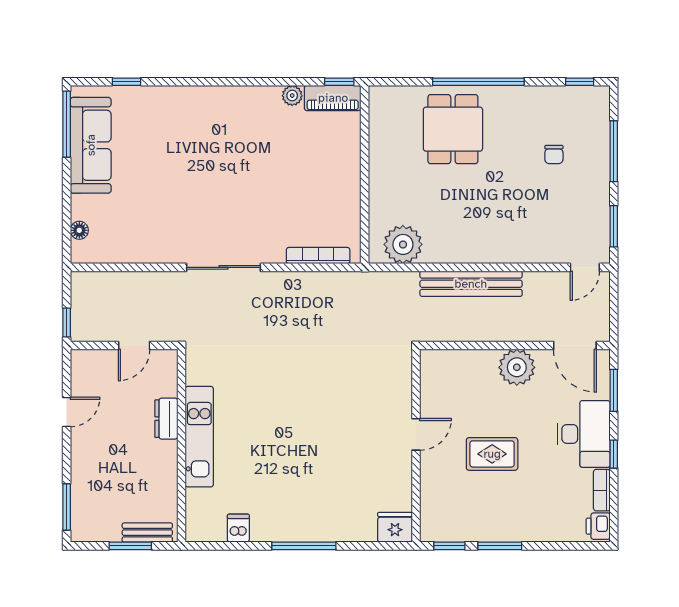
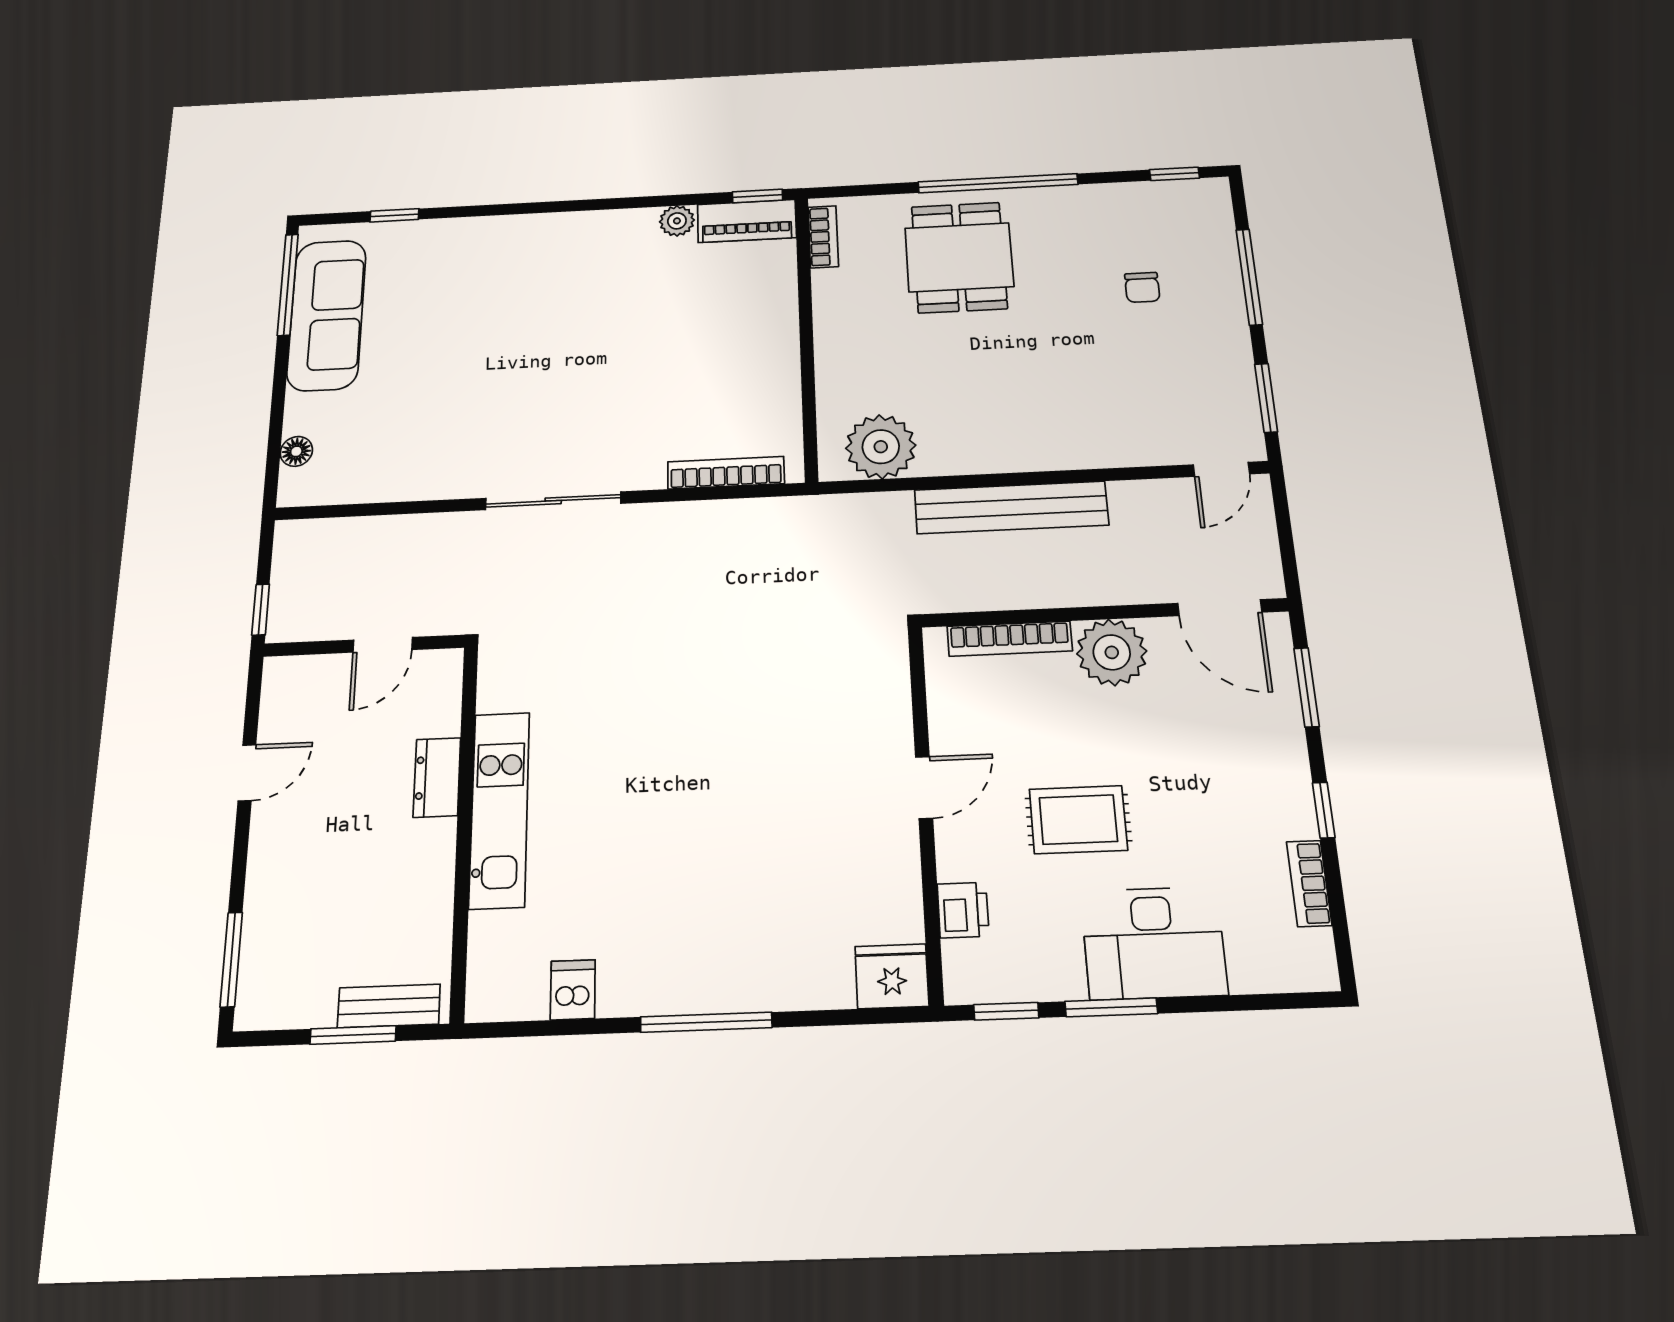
bookcase: (376, 111) -> (823, 237), added
bookcase: (465, 357) -> (1010, 639), added
desk: (584, 434) -> (1154, 943), moved, turned 90
printer: (598, 526) -> (963, 910), moved, turned 180

